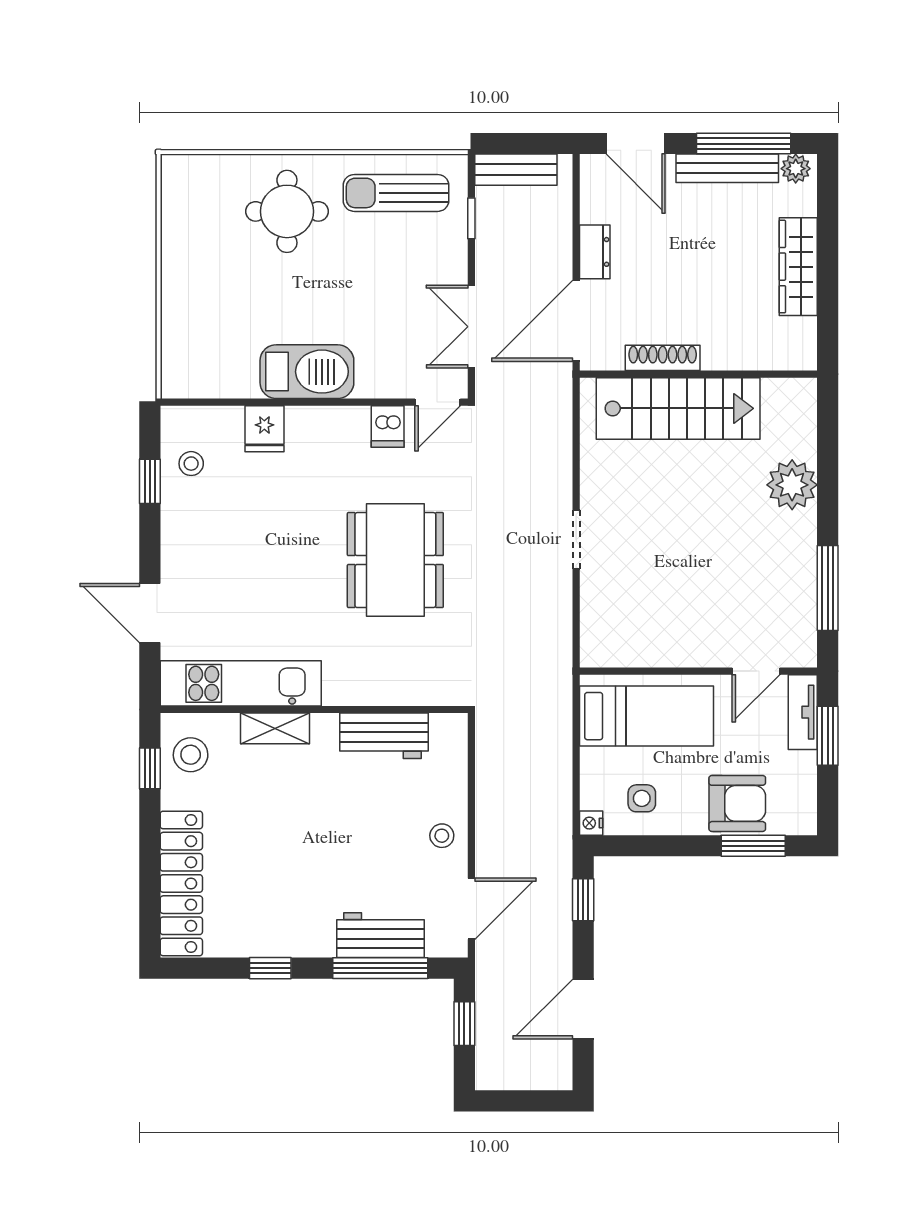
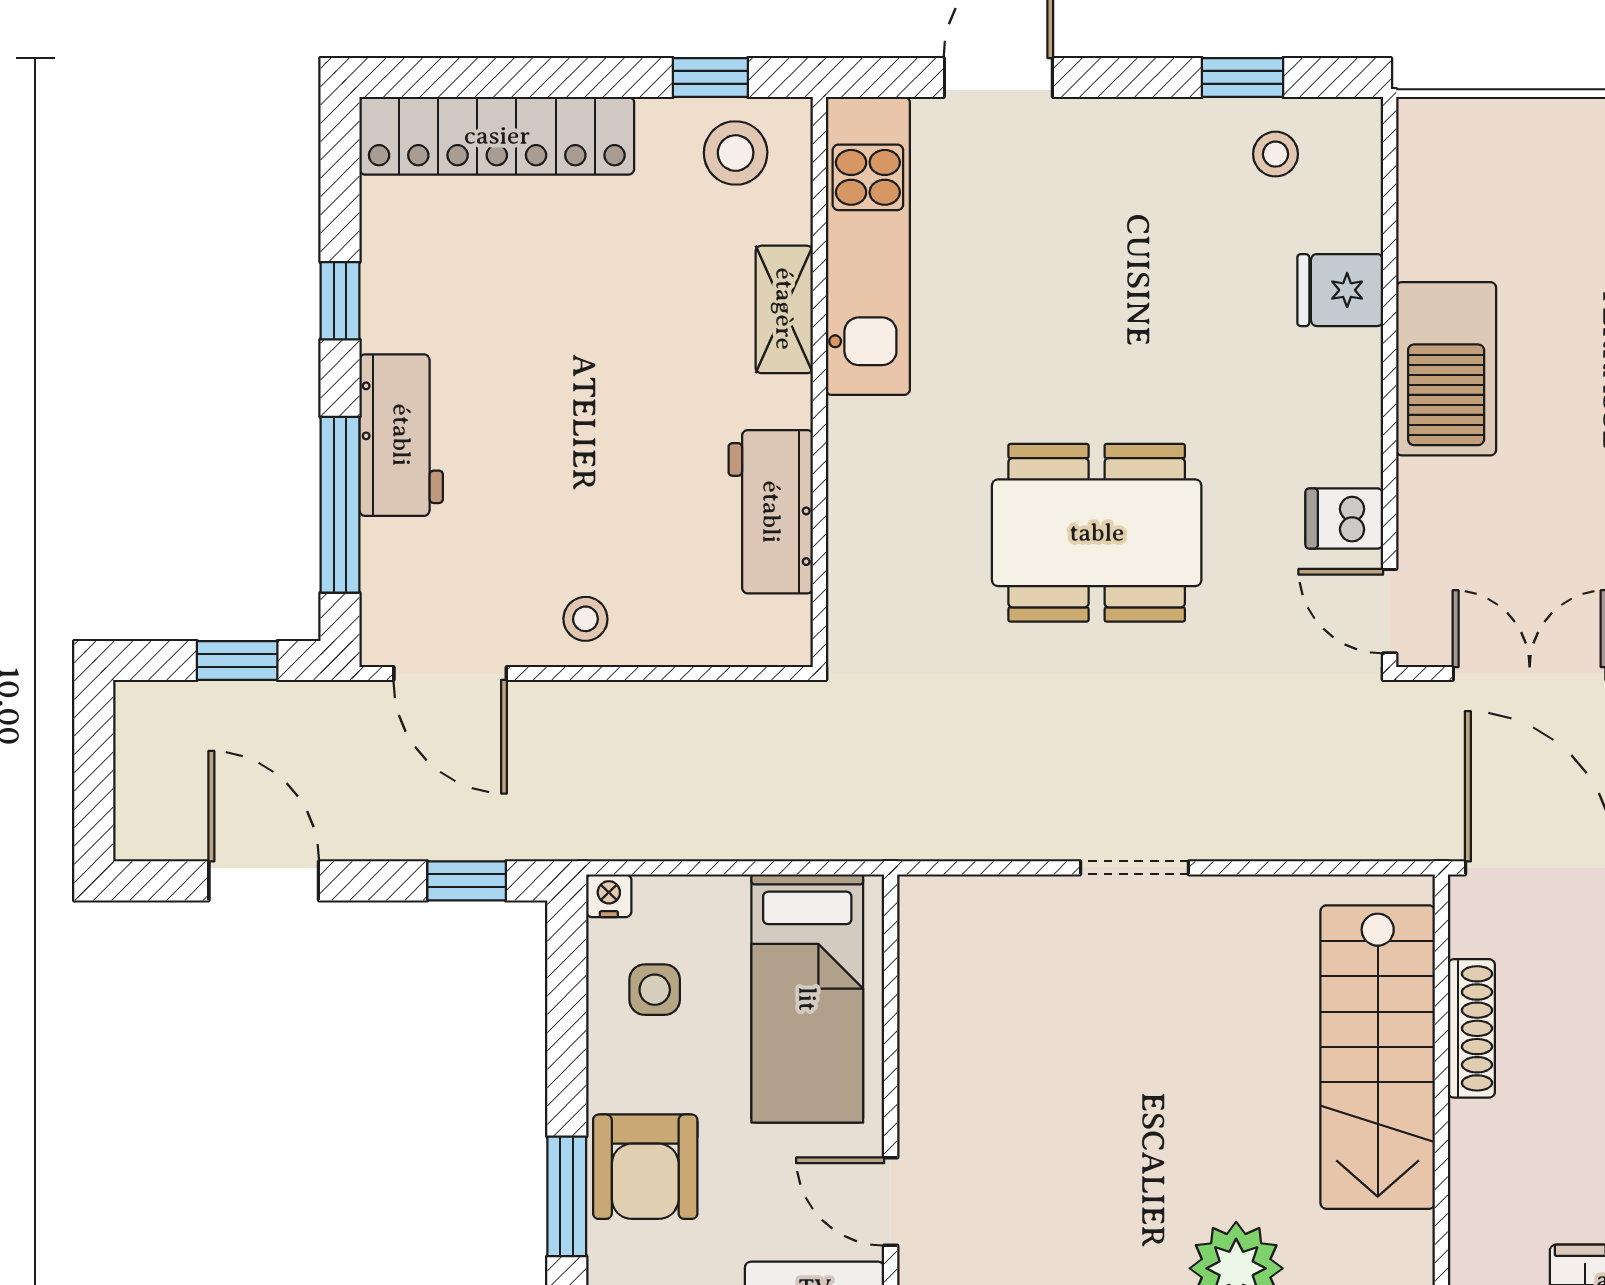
workbench: (380, 935) -> (401, 435), moved

